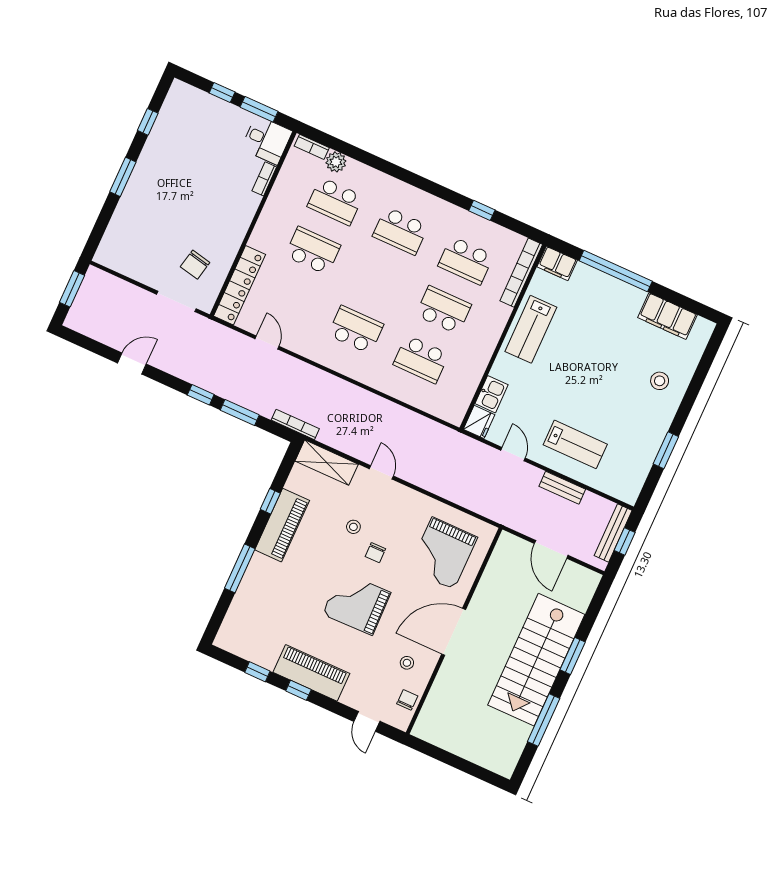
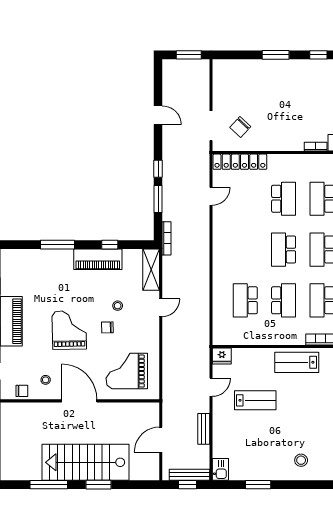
chair: (195, 265) -> (240, 127), turned -59
school desk: (356, 330) -> (284, 250), moved, turned 180
kitchen sink: (491, 394) -> (220, 469), moved, turned -90
lab bench: (575, 444) -> (255, 400), moved, turned -90

